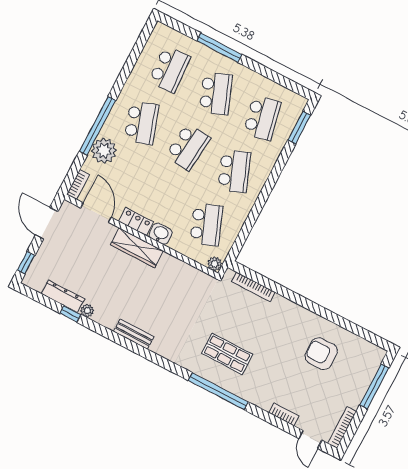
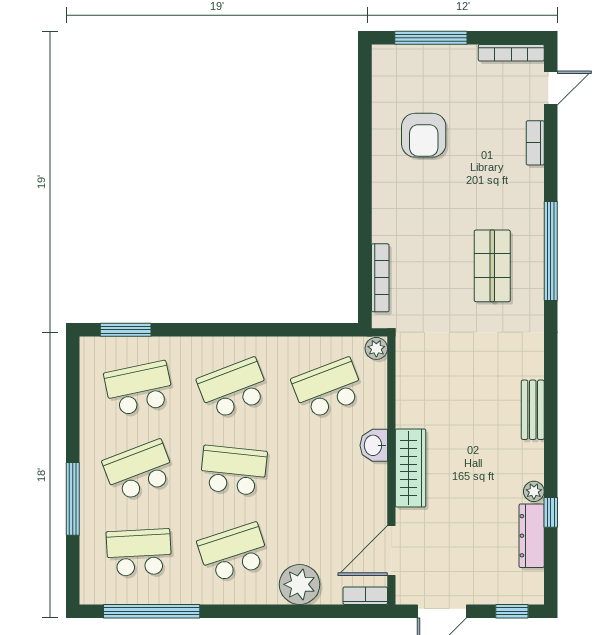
window: (98, 126) -> (152, 611), moved
locker: (136, 222) -> (375, 488), removed

